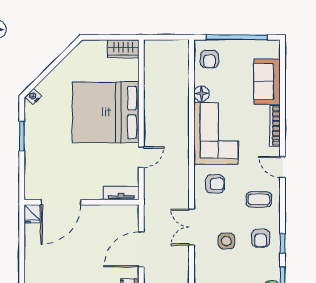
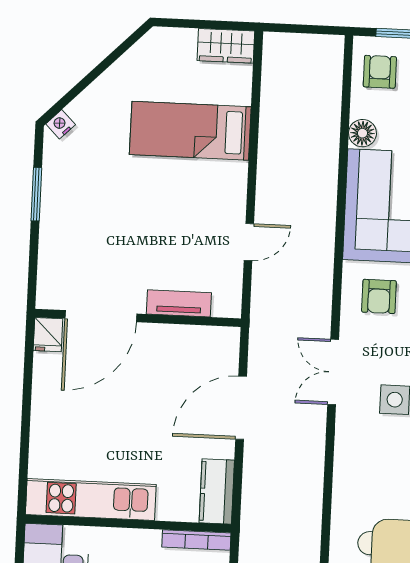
armchair: (209, 59) -> (380, 72), turned 180
bed: (106, 112) -> (190, 131), width x0.49
armchair: (215, 184) -> (379, 296), turned 90
tv unit: (121, 193) -> (179, 303), moved

